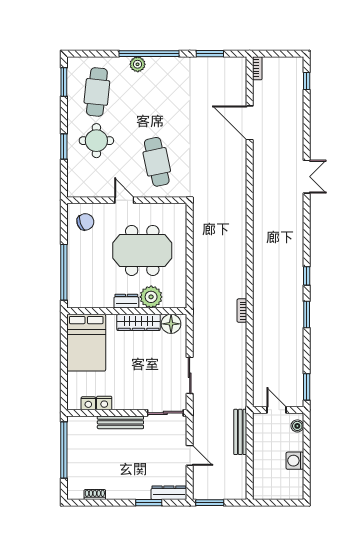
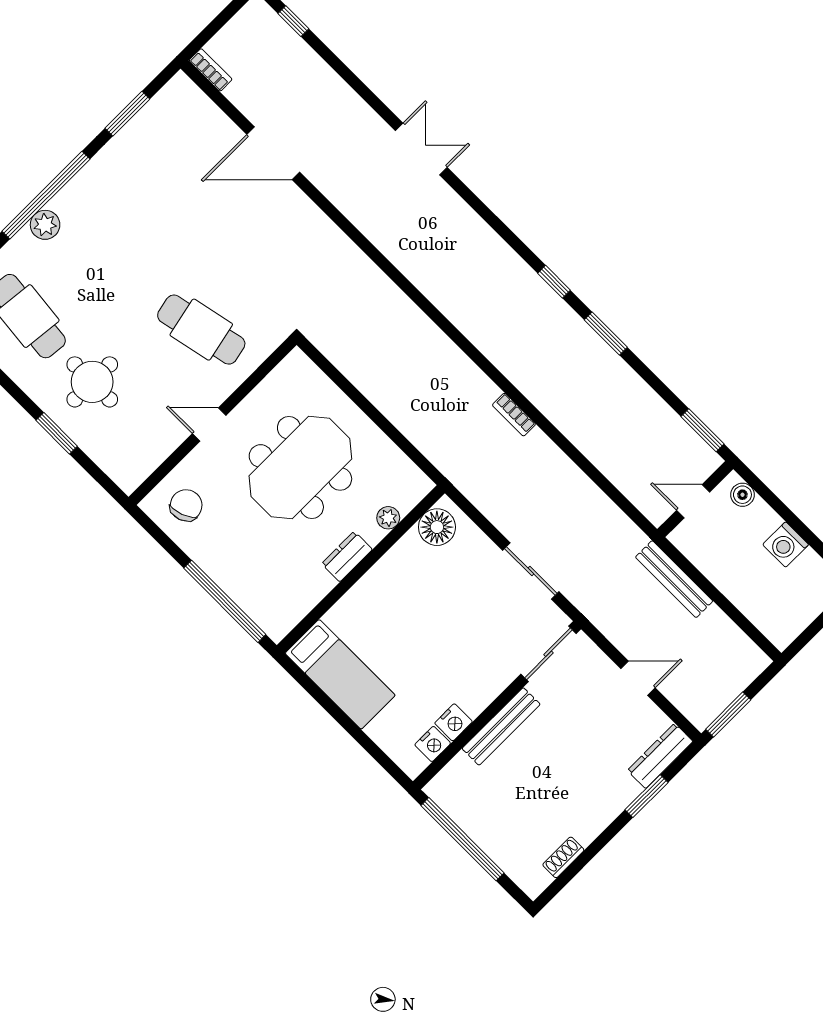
plant: (151, 297) -> (388, 518), width x0.53, depth x0.53
wardrobe: (138, 322) -> (392, 569), removed
bed: (86, 343) -> (340, 674), width x0.67

